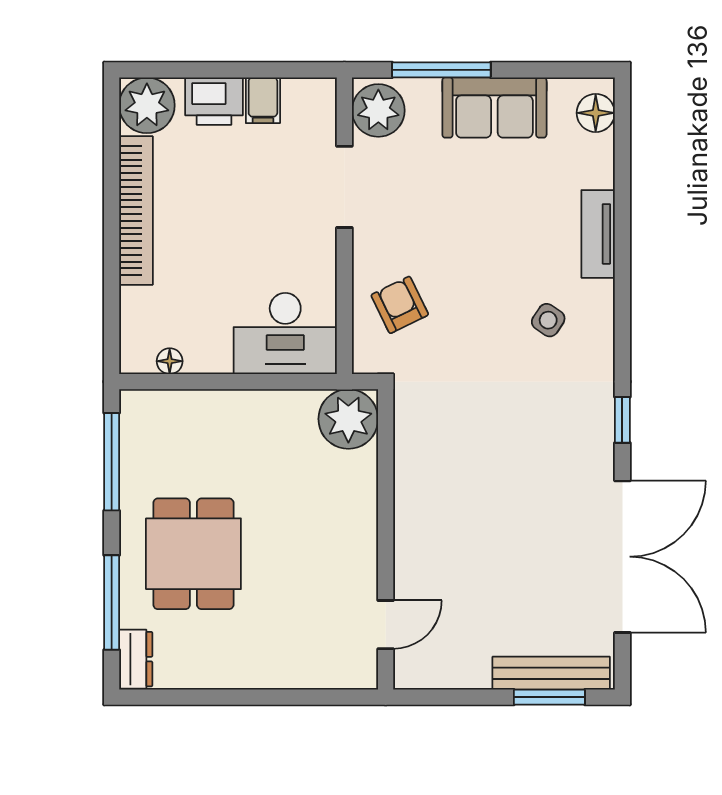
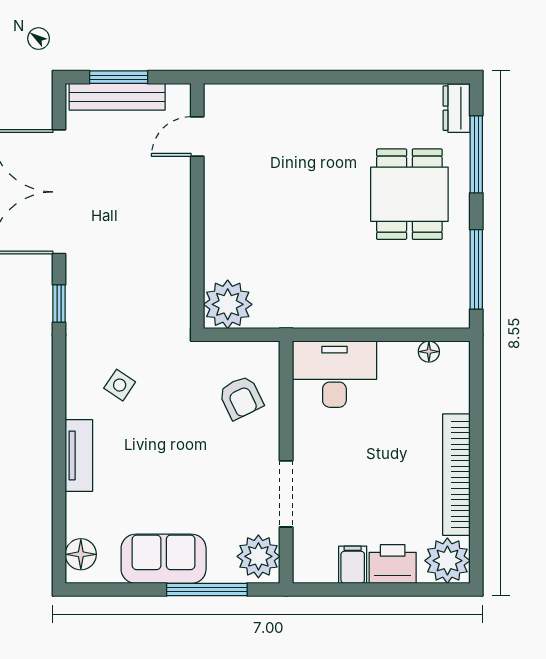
plant: (348, 419) -> (228, 304), moved
wall: (386, 539) -> (197, 206), moved
door: (386, 625) -> (197, 136), moved

